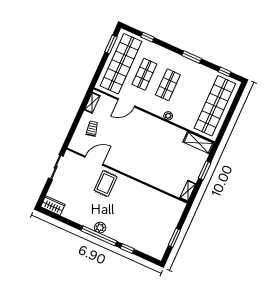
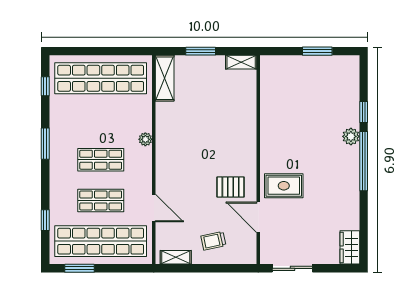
pallet: (119, 153) -> (231, 187), added
plant: (100, 228) -> (351, 136), moved

